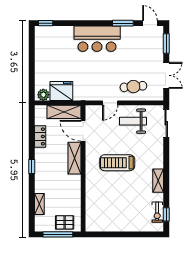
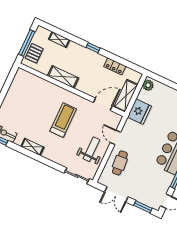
fridge: (61, 91) -> (139, 112), moved
shelving: (75, 158) -> (63, 77), moved

